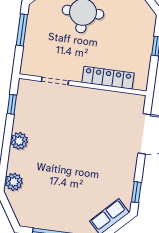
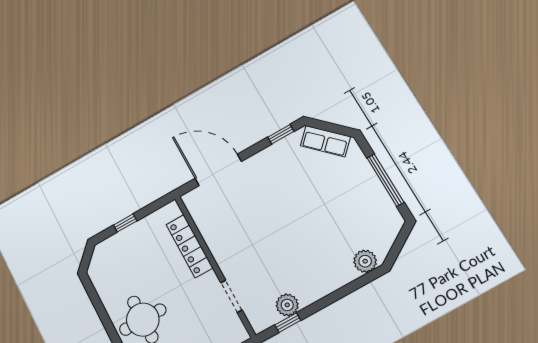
plant: (19, 141) -> (287, 305), moved

